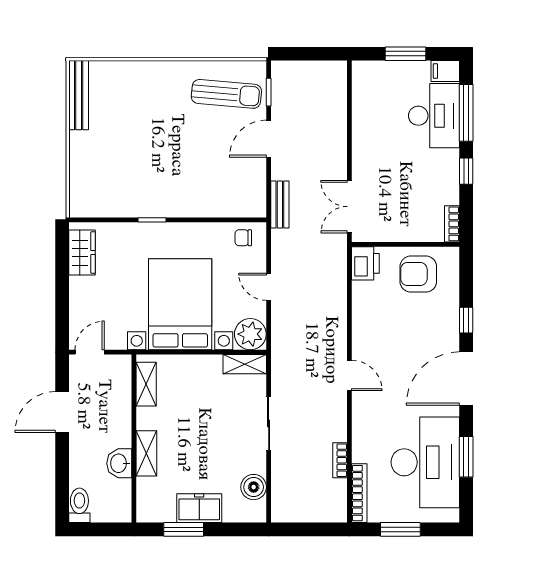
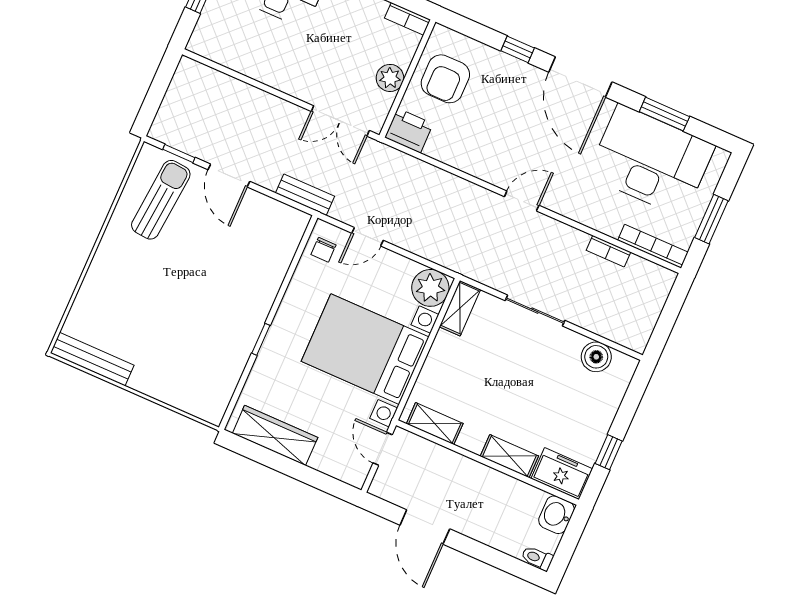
plant: (400, 231) -> (390, 78), added
wardrobe: (82, 253) -> (275, 435), width x1.50
door: (269, 287) -> (367, 237), moved
door: (90, 352) -> (383, 449), moved
washbasin: (119, 463) -> (556, 515), moved, turned 90
toilet: (79, 505) -> (537, 558), width x0.73, depth x0.72
freezer: (199, 508) -> (562, 474), moved, turned 90
window: (184, 529) -> (609, 452), width x0.67

